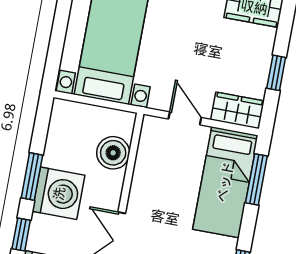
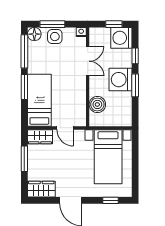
window: (276, 73) -> (24, 159), width x1.50
window: (256, 179) -> (24, 87), moved

